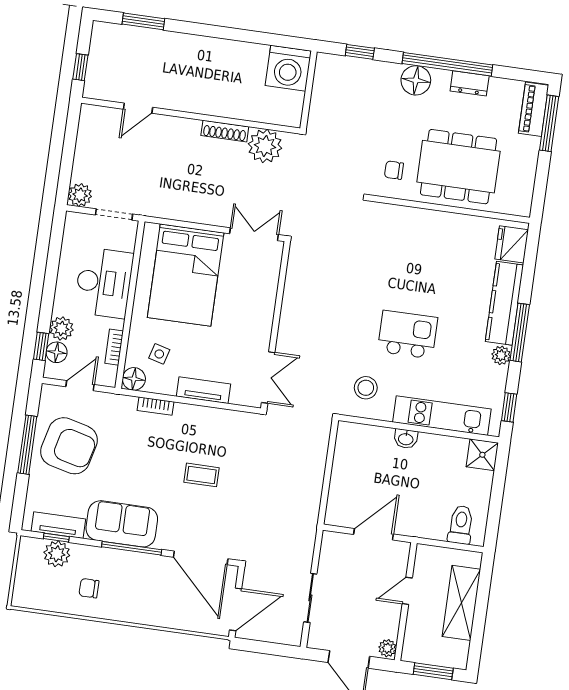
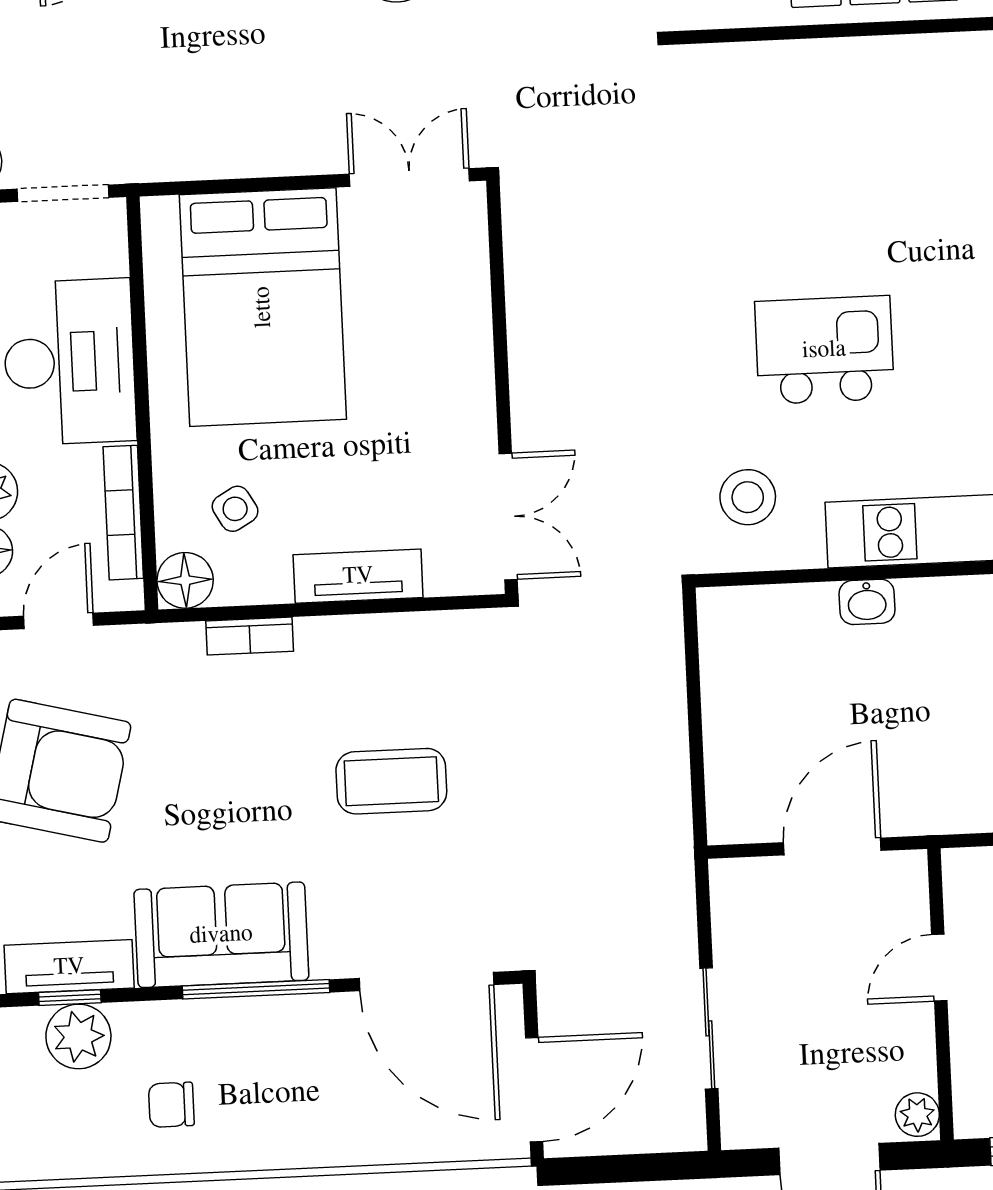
bookcase: (114, 347) -> (123, 513), width x1.56
side table: (159, 354) -> (235, 509), turned 45
coffee table: (202, 475) -> (391, 781), width x1.36, depth x1.30

